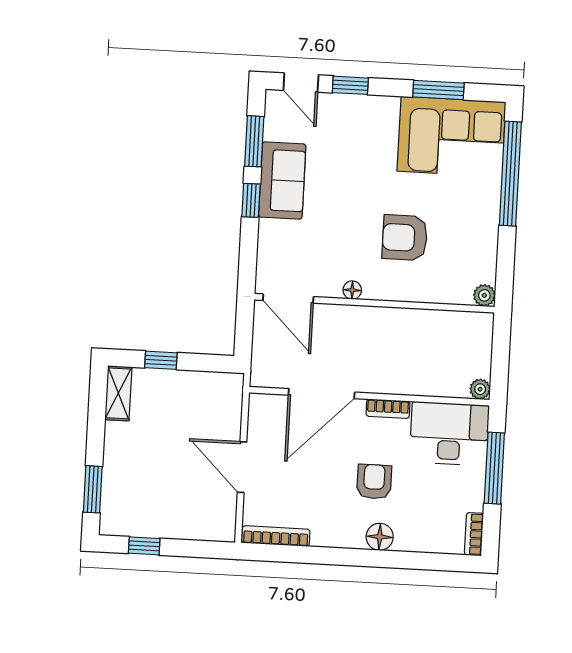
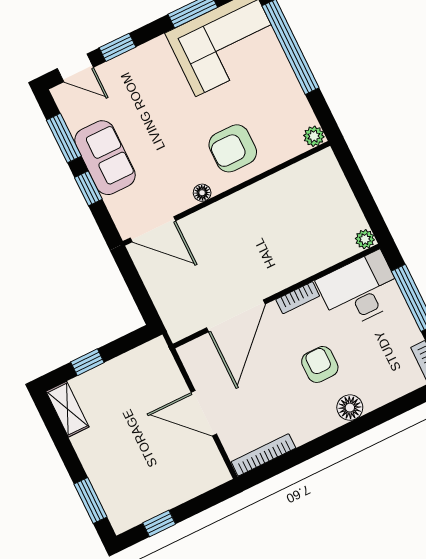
floor lamp: (352, 290) -> (202, 193), moved
plant: (484, 295) -> (314, 136), moved
door: (288, 299) -> (153, 229), moved
wall: (374, 303) -> (226, 193), moved

